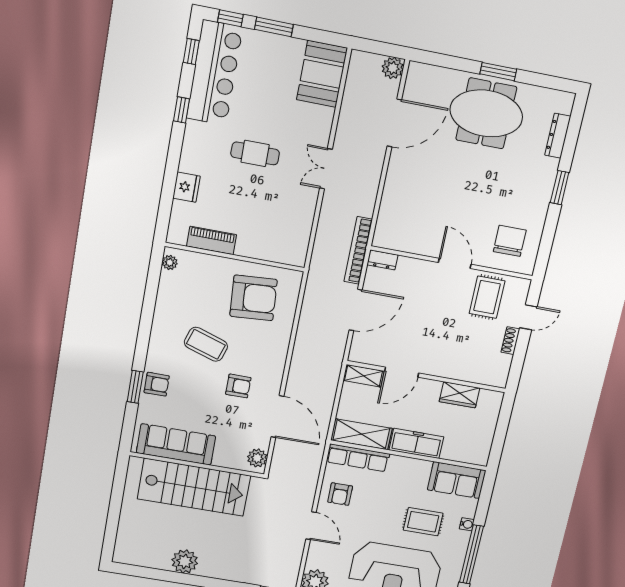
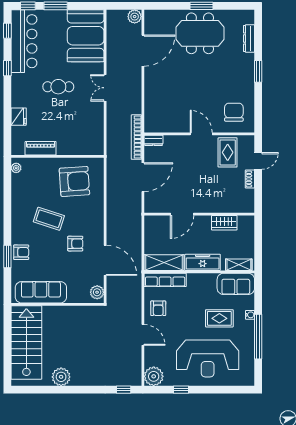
booth: (322, 74) -> (86, 36), width x1.36, depth x1.42
shelving: (364, 376) -> (239, 265), moved
stairs: (194, 487) -> (26, 342), moved, turned -90

